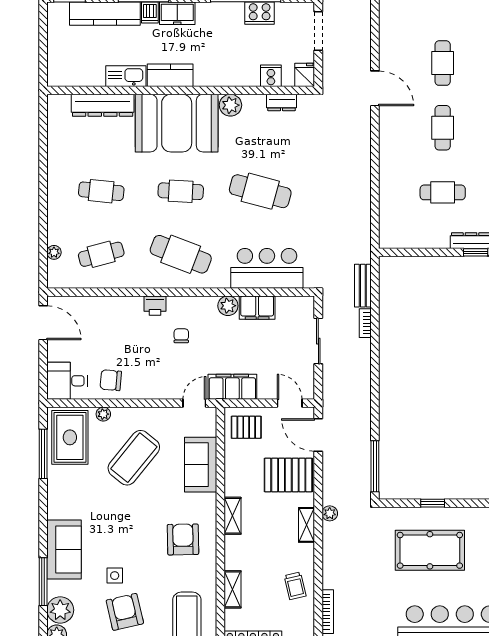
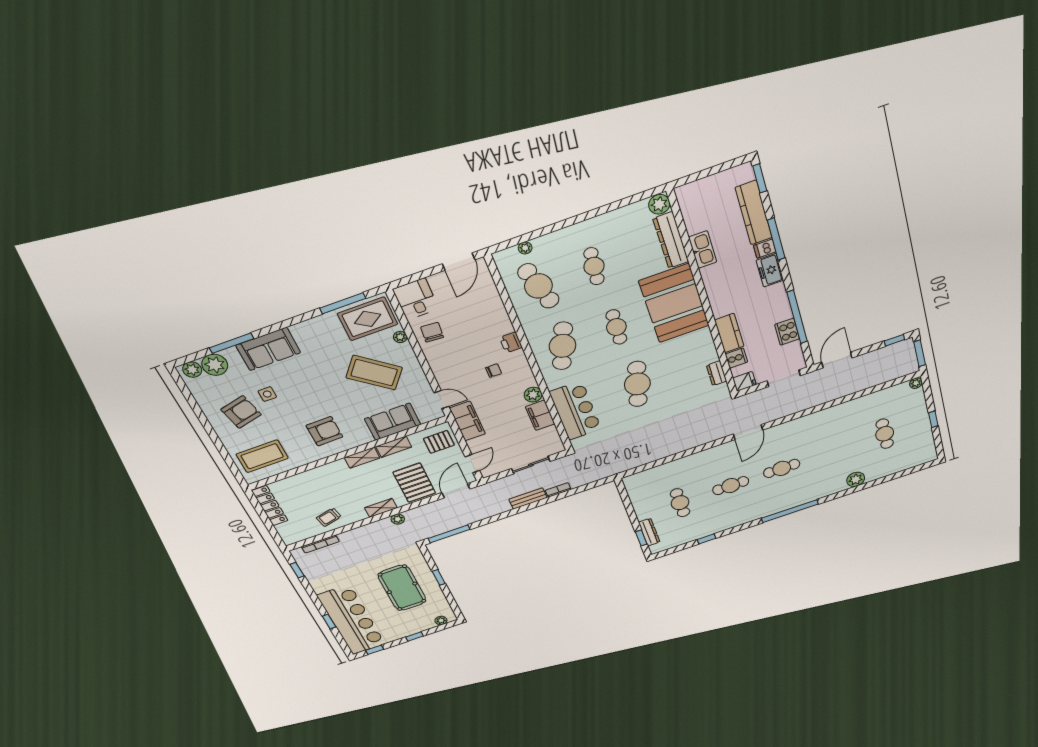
kitchen counter: (170, 75) -> (729, 333), moved
plant: (230, 105) -> (659, 204), moved
cafe table: (101, 254) -> (538, 286), width x1.37, depth x1.35
bench: (363, 286) -> (528, 498), moved
pallet: (246, 427) -> (439, 442), turned 90
shelving: (232, 589) -> (394, 447), moved

